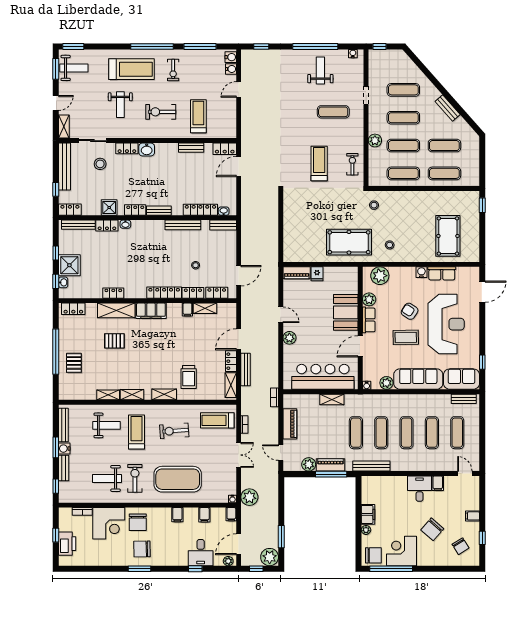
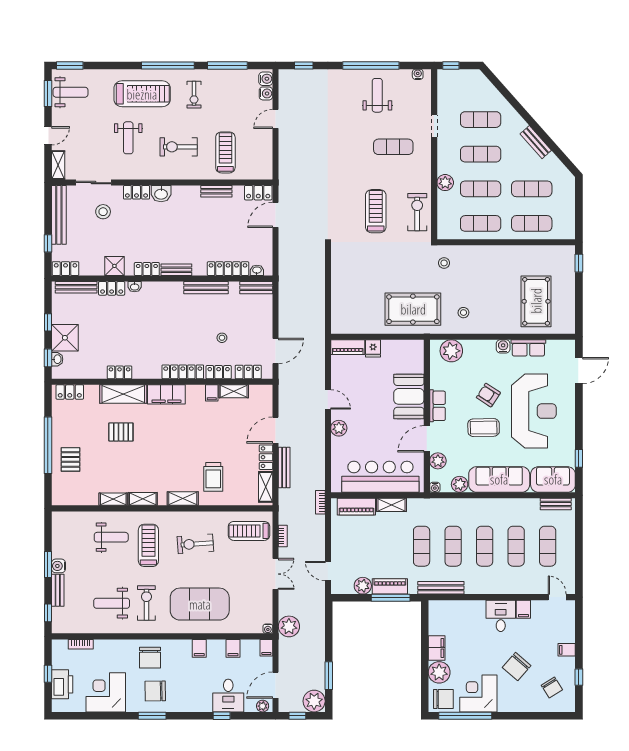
exercise bike: (352, 164) -> (417, 212), width x1.38, depth x1.39
plant: (369, 299) -> (438, 461), moved
piano: (290, 424) -> (356, 507), moved, turned 90
bench: (63, 425) -> (57, 537), removed
corner desk: (109, 523) -> (106, 692), moved, turned 180
plant: (366, 530) -> (439, 672), width x1.87, depth x1.87

